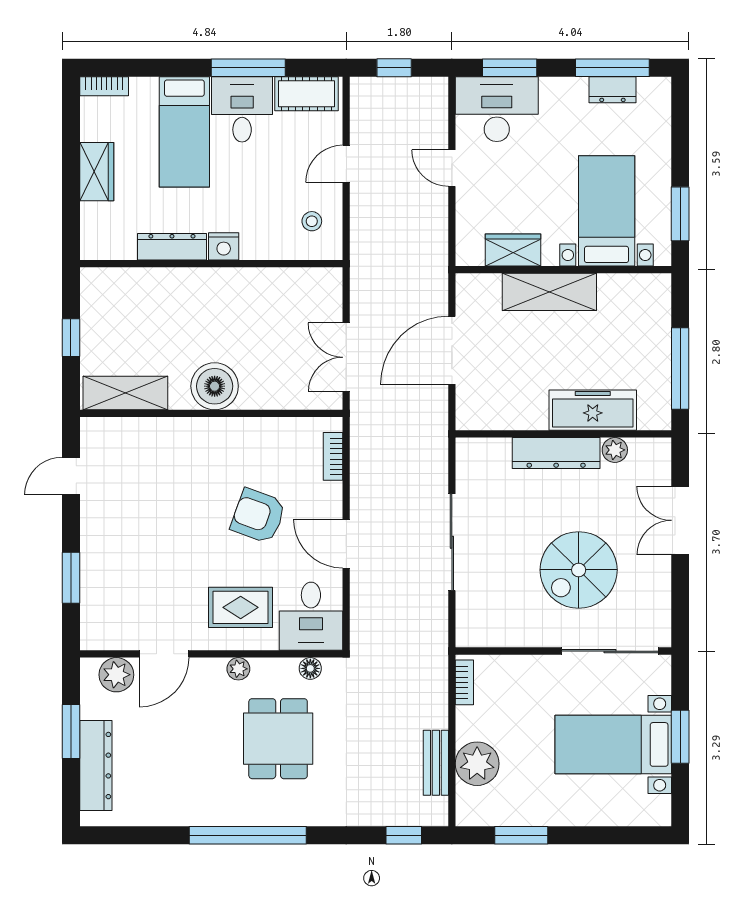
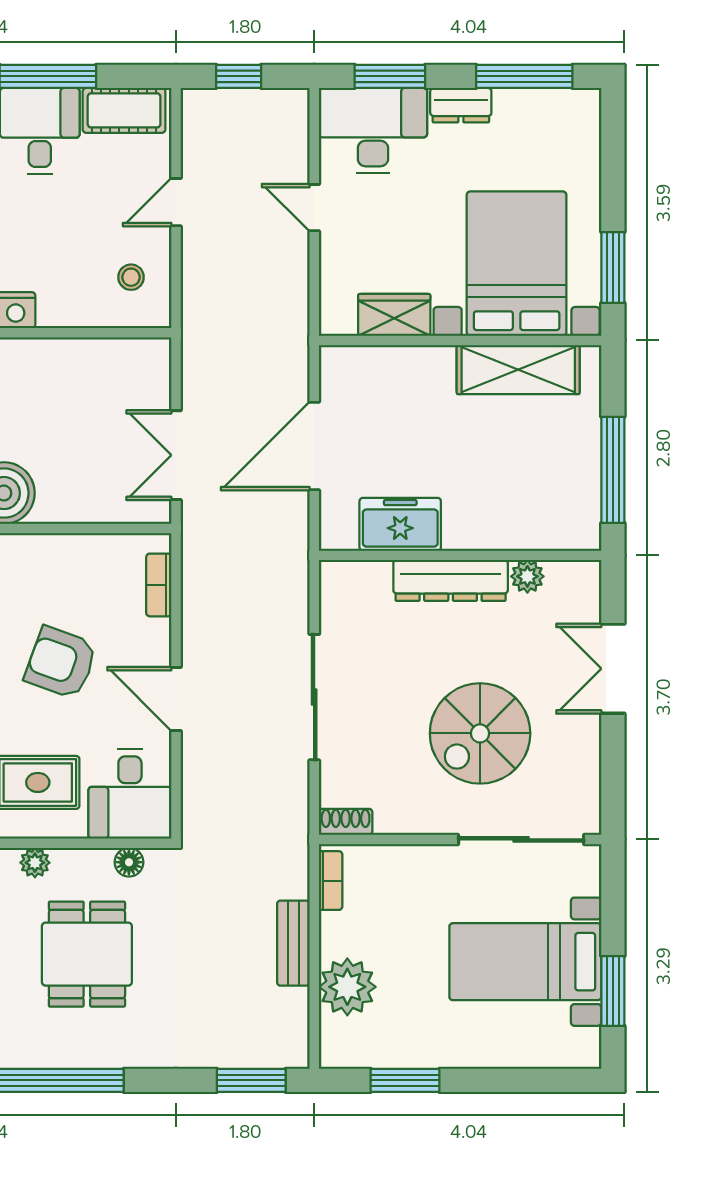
dresser: (612, 90) -> (461, 105), moved
bed with nightstands: (607, 211) -> (517, 264), width x1.36
shelving: (549, 292) -> (518, 370), moved
freezer: (593, 410) -> (400, 524), moved, width x0.71
shoe rack: (476, 638) -> (346, 822), added
window: (680, 737) -> (613, 991), moved
bench: (436, 763) -> (293, 943), moved
window: (404, 835) -> (251, 1080), width x1.50

